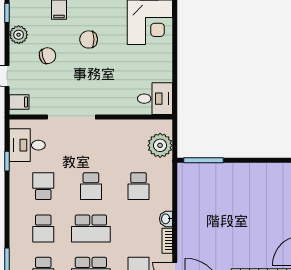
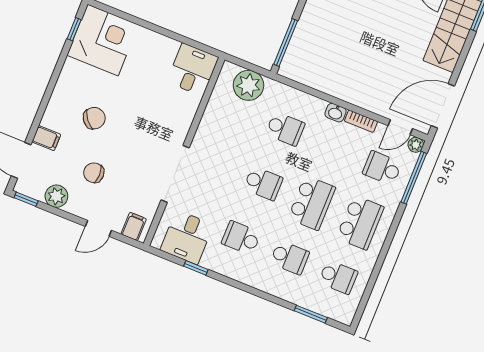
chair: (89, 39) -> (94, 118), turned -129
chair: (48, 56) -> (94, 173), turned -74

